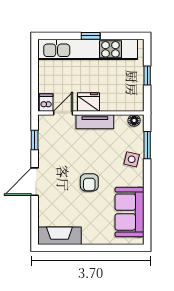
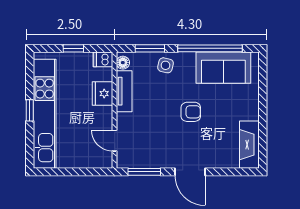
fridge: (89, 102) -> (103, 94), moved
dishwasher: (46, 103) -> (103, 59), moved
tv unit: (95, 122) -> (124, 91), moved
window: (35, 140) -> (144, 172), width x1.50
window: (147, 200) -> (210, 48), added

